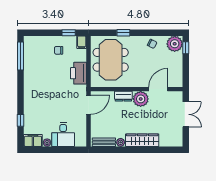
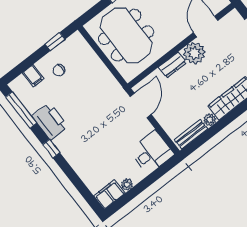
filing cabinet: (82, 42) -> (33, 76), moved
printer: (79, 73) -> (50, 121), moved, turned 180
window: (21, 120) -> (51, 149), moved
desk: (63, 135) -> (152, 152), moved, turned -90

